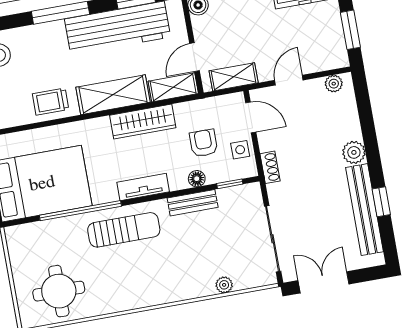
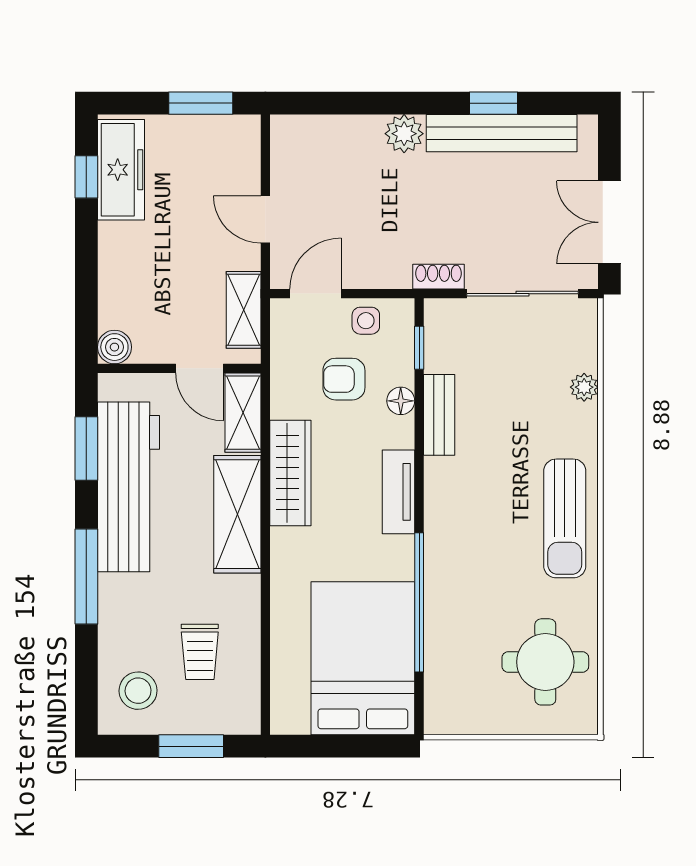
plant: (334, 84) -> (285, 146), removed
trolley: (51, 102) -> (200, 652), moved
shoe rack: (270, 167) -> (439, 277), moved
sun lounger: (124, 230) -> (565, 518), moved, turned 180

